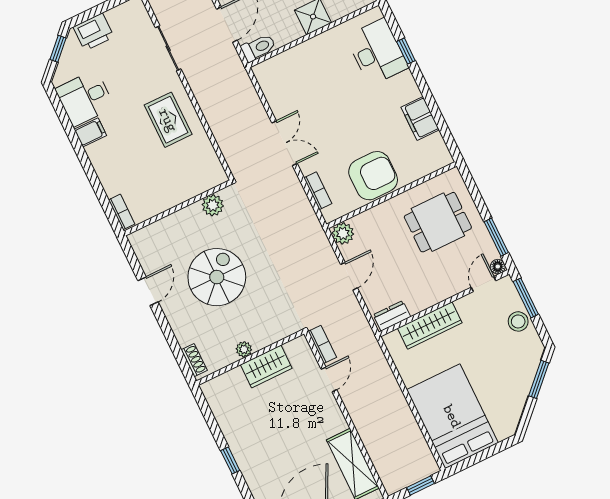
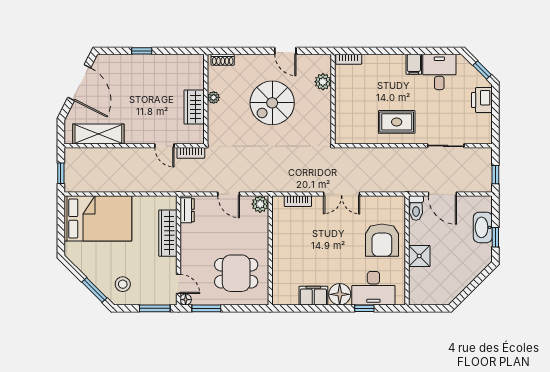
floor lamp: (403, 88) -> (340, 294), added
armchair: (373, 176) -> (382, 240), moved
plant: (213, 205) -> (323, 82), moved
dining table: (438, 222) -> (236, 273), turned 90
spiral stairs: (217, 277) -> (272, 103), turned 90
stool: (518, 321) -> (123, 284), moved

